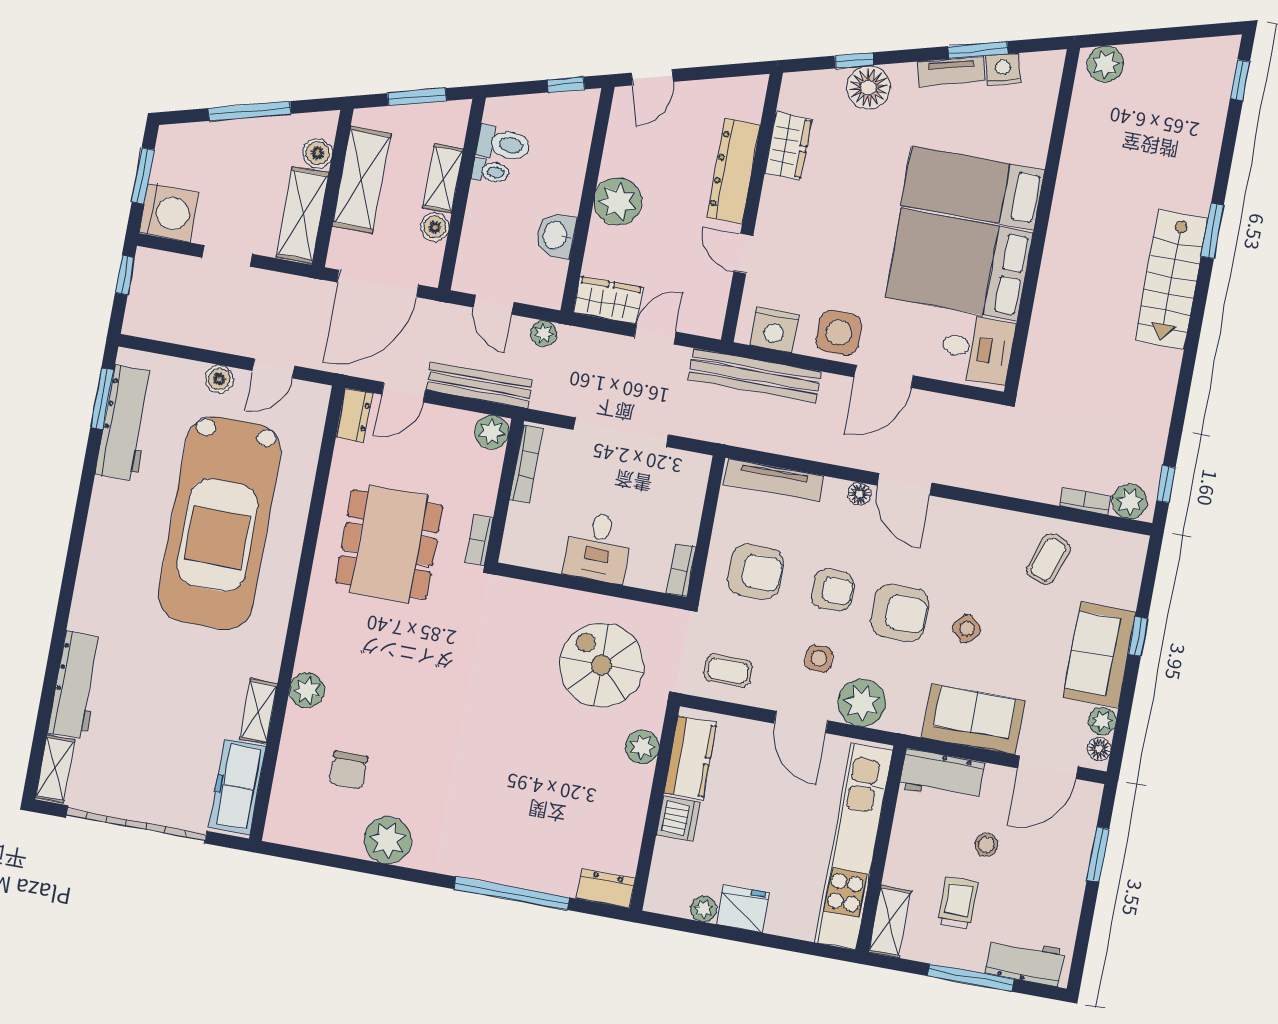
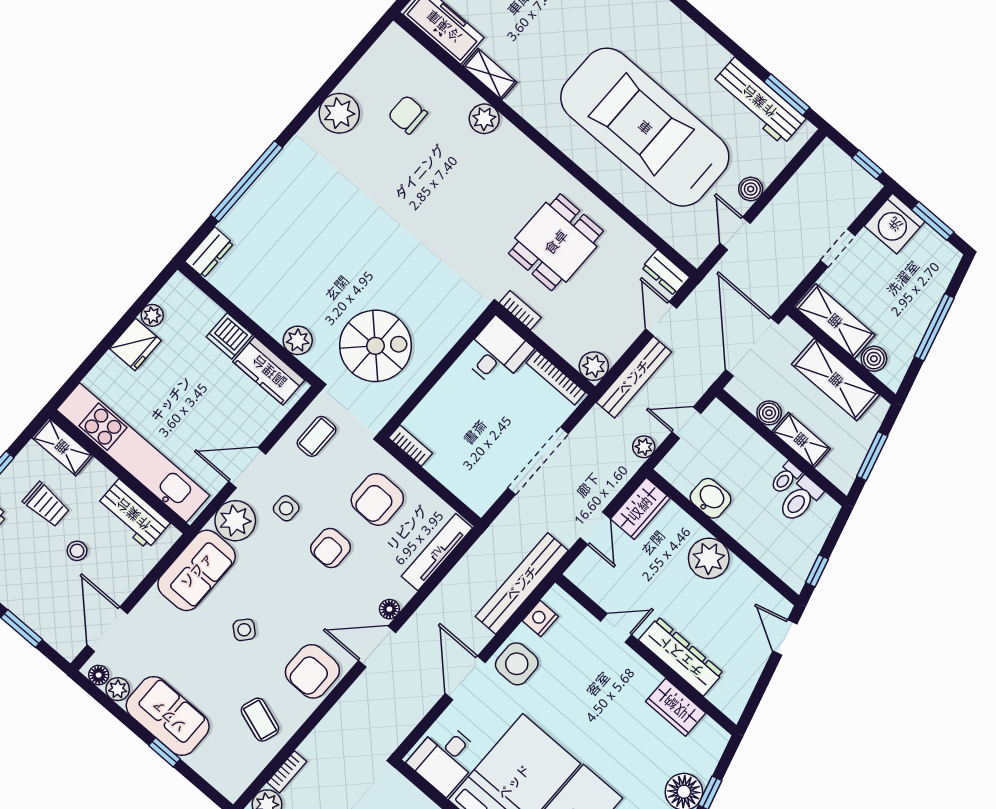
nightstand: (774, 330) -> (540, 619), width x0.74, depth x0.75
dining table: (389, 544) -> (556, 242), width x0.73
desk: (598, 547) -> (497, 353), moved, turned 90
armchair: (900, 613) -> (312, 671), moved
sofa: (973, 719) -> (197, 570), moved
workbench: (942, 775) -> (133, 514), moved, turned -90

